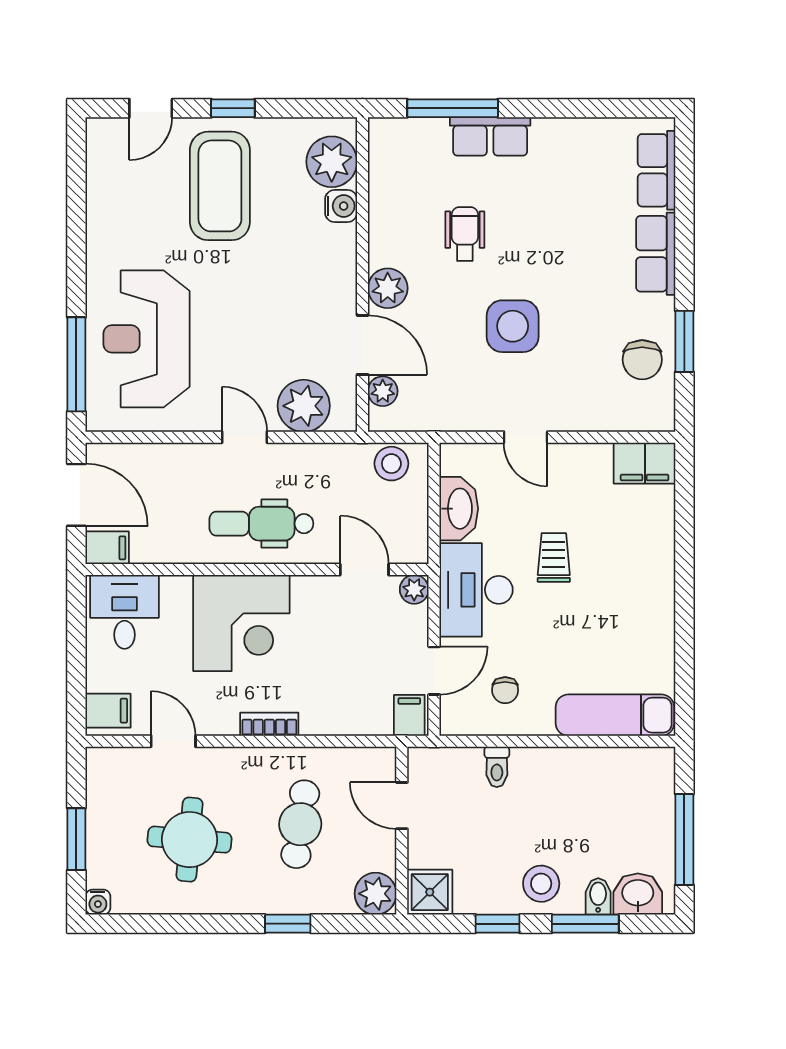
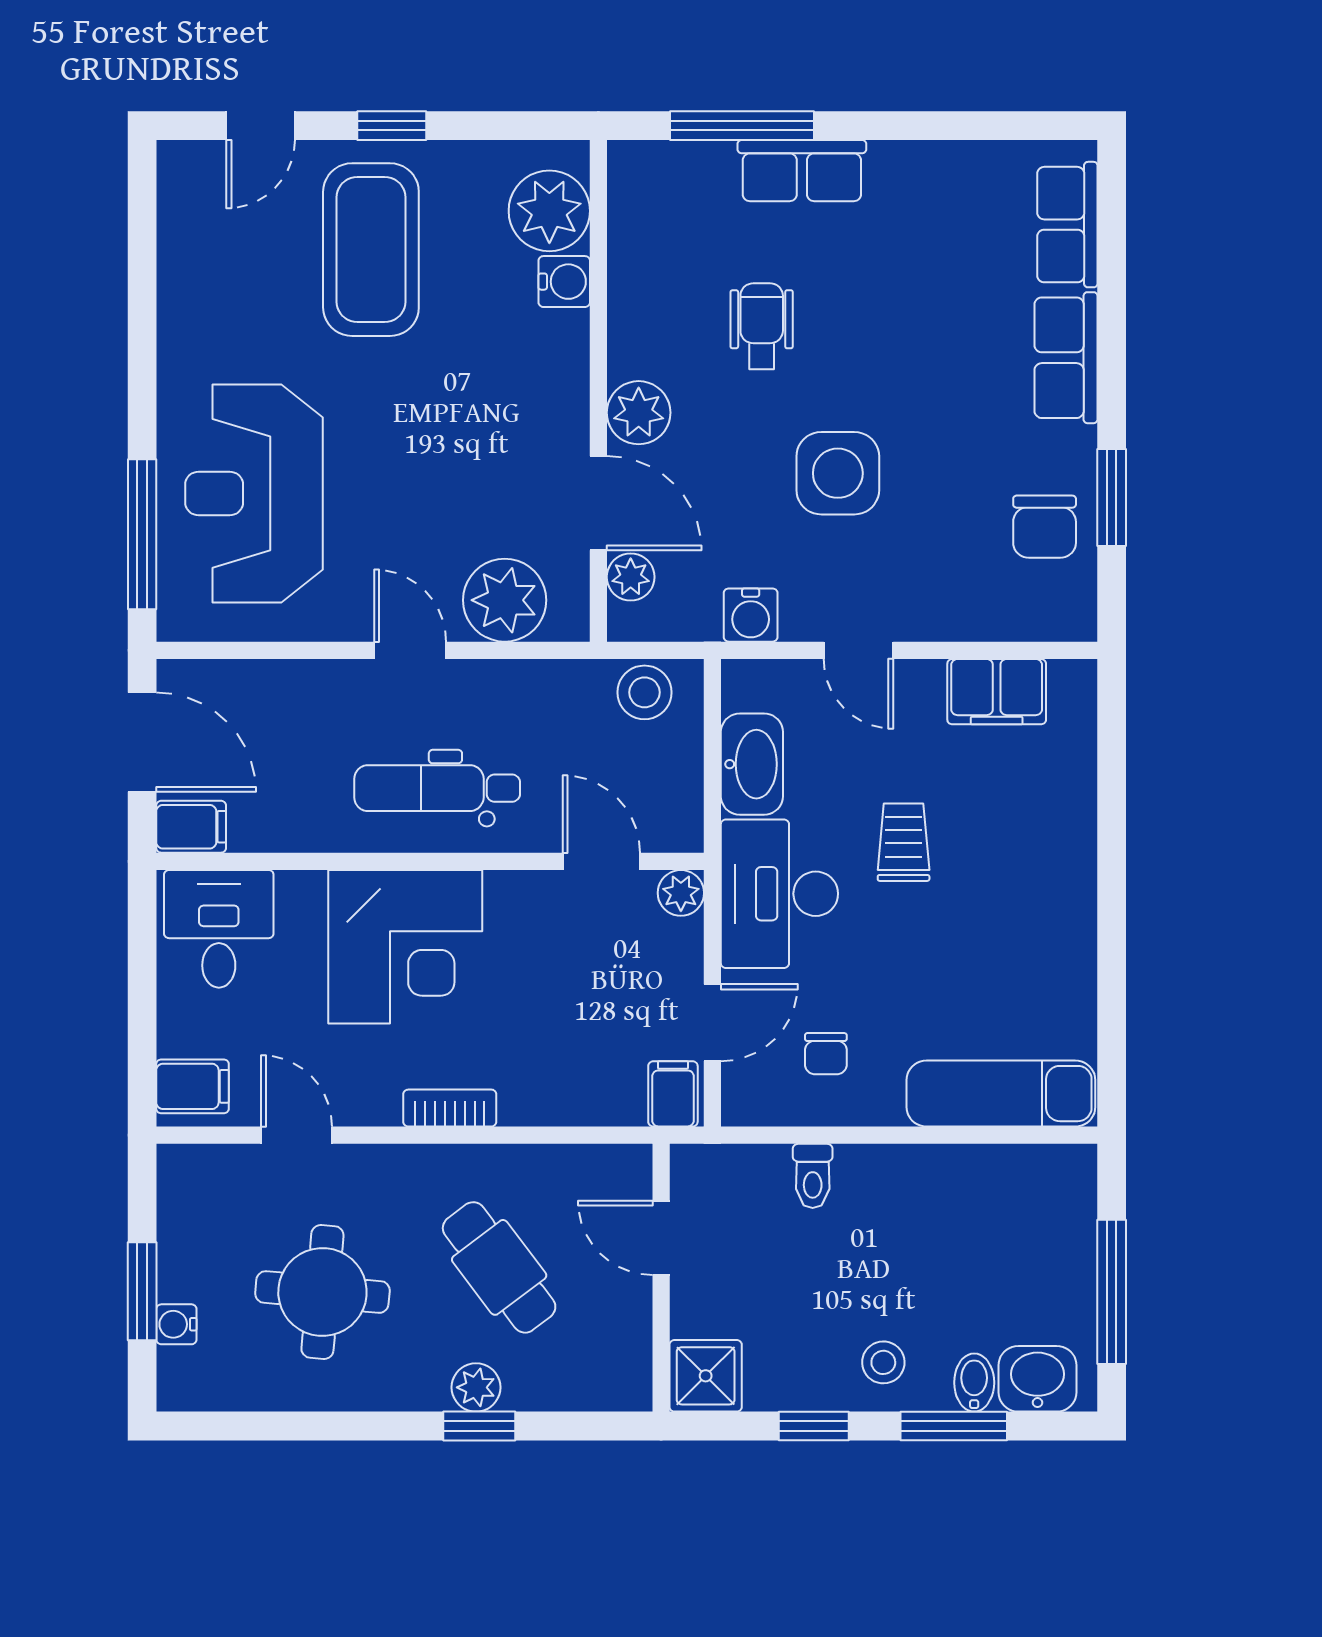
water cooler: (458, 415) -> (751, 615), added
filing cabinet: (645, 463) -> (997, 692), moved
cafe table: (300, 824) -> (499, 1267), turned -45
stool: (541, 884) -> (883, 1362), width x0.73, depth x0.73
plant: (375, 894) -> (476, 1387), moved, width x0.73, depth x0.73
water cooler: (98, 902) -> (176, 1324), moved, turned 90

